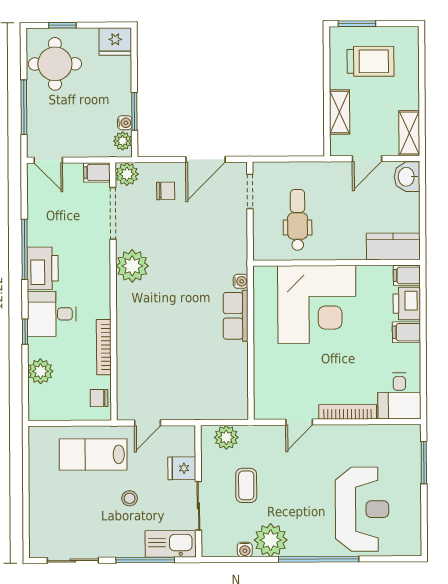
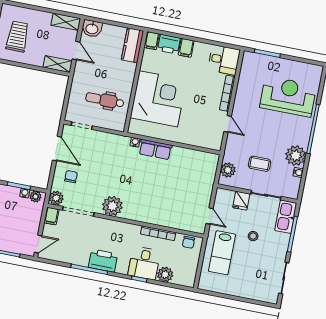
shelving: (340, 112) -> (58, 64), moved
desk: (52, 314) -> (144, 263), moved

